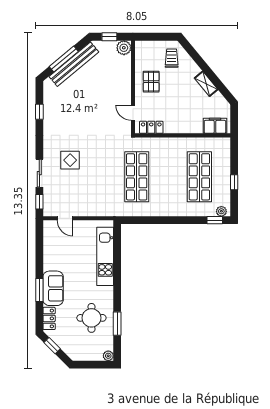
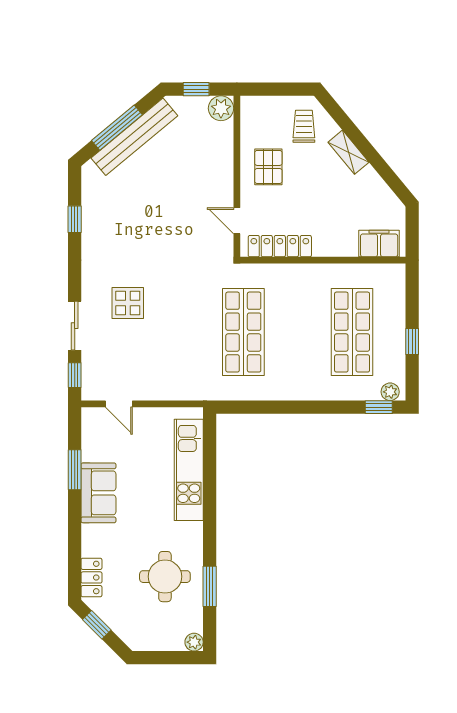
shelving: (206, 84) -> (348, 152), moved
locker: (151, 127) -> (280, 246), width x1.53
sofa: (53, 288) -> (98, 493), moved
window: (39, 290) -> (75, 470), moved

